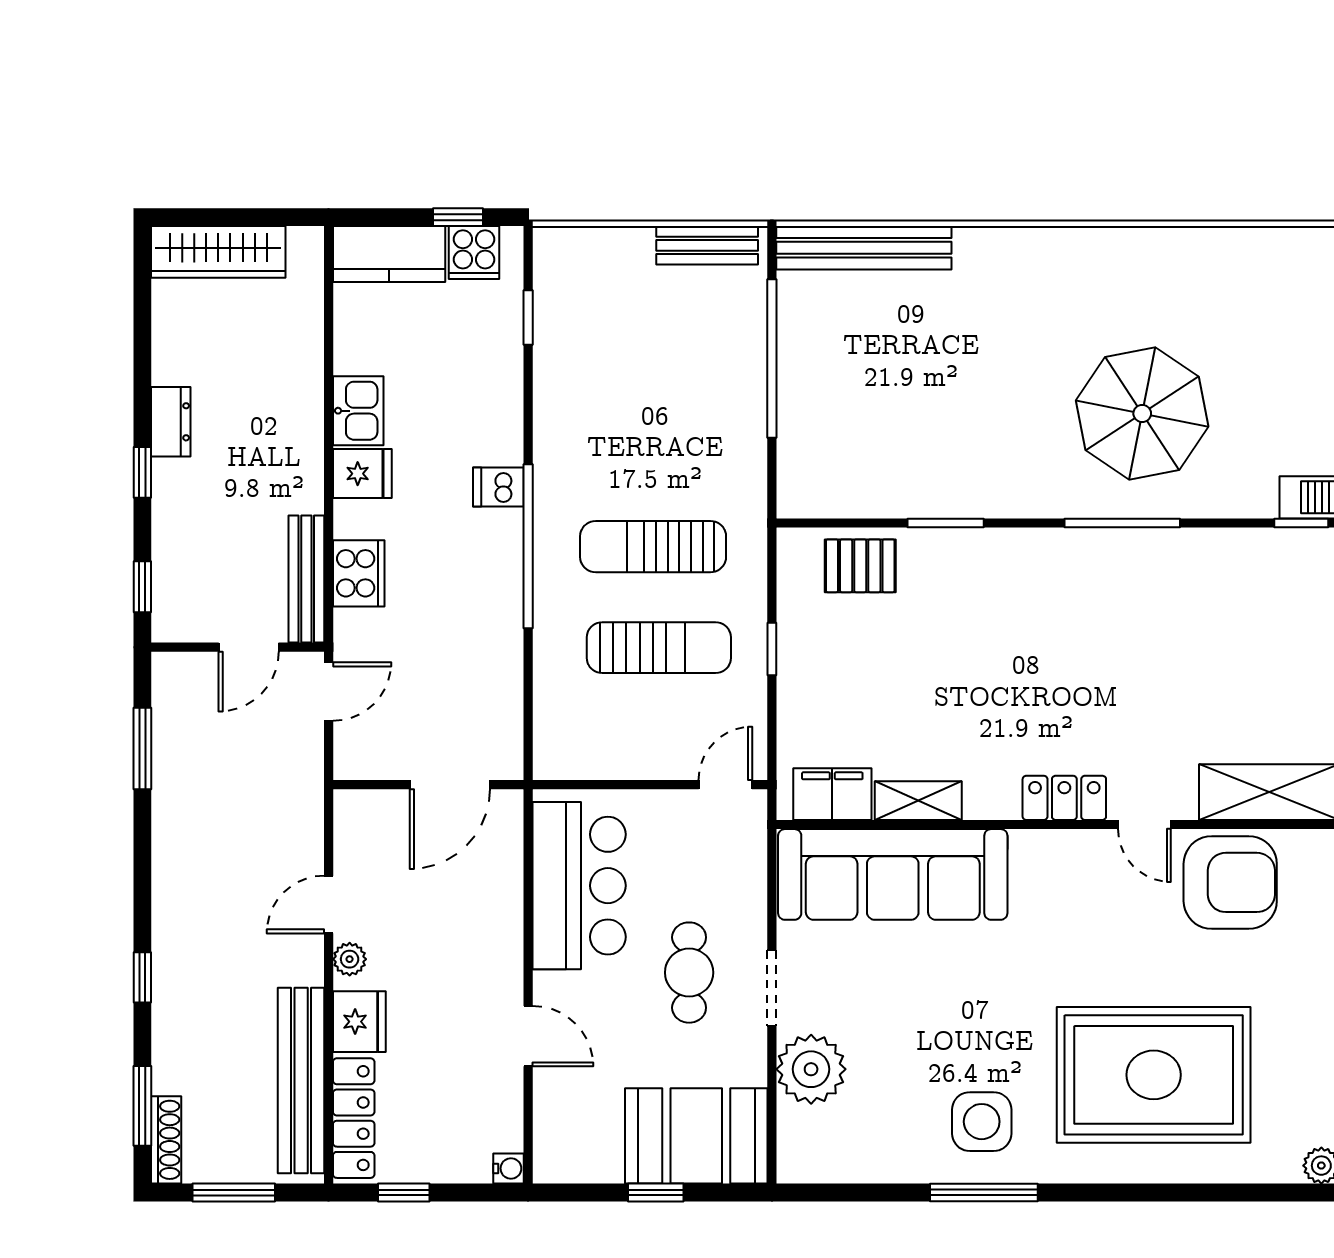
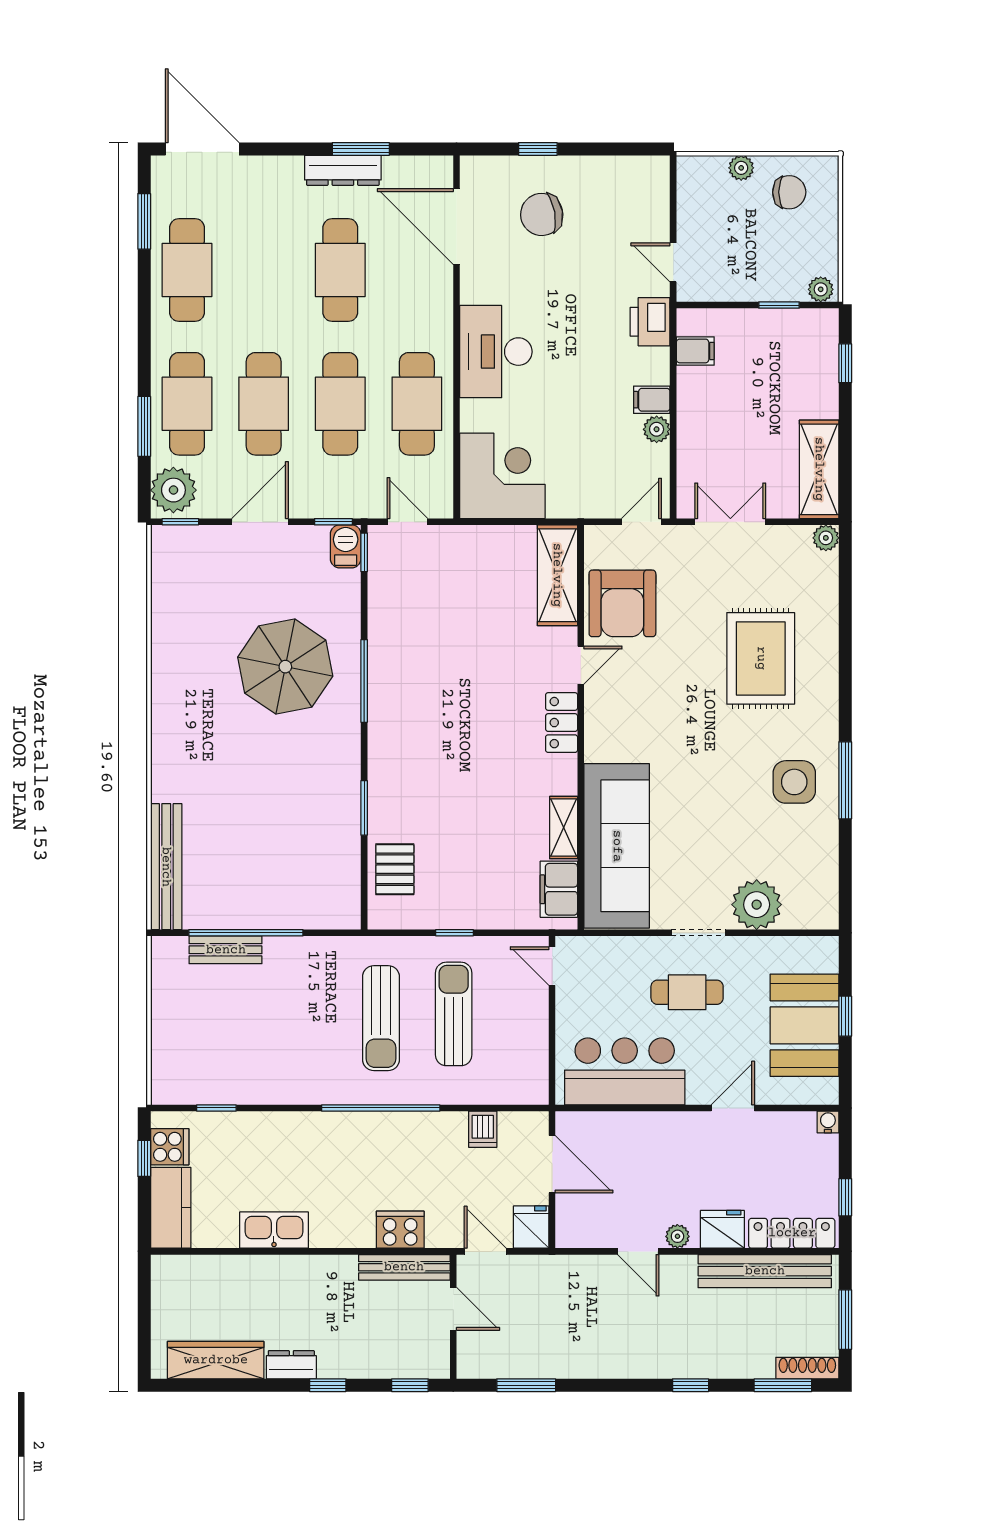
bench: (707, 245) -> (226, 950), moved, turned 90
wardrobe: (218, 252) -> (216, 1360), moved, turned -90
kitchen sink: (358, 411) -> (274, 1230), width x1.38
fridge: (362, 474) -> (531, 1227), moved
dishwasher: (498, 487) -> (483, 1129), moved
armchair: (1230, 882) -> (622, 603), turned 180
rug: (1154, 1075) -> (761, 658), width x0.73, depth x0.69
booth: (696, 1136) -> (804, 1025), moved

